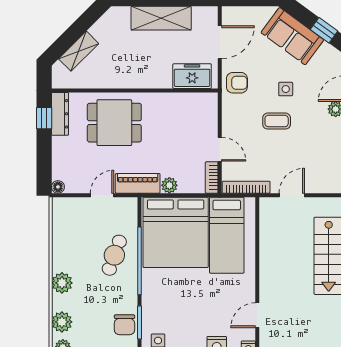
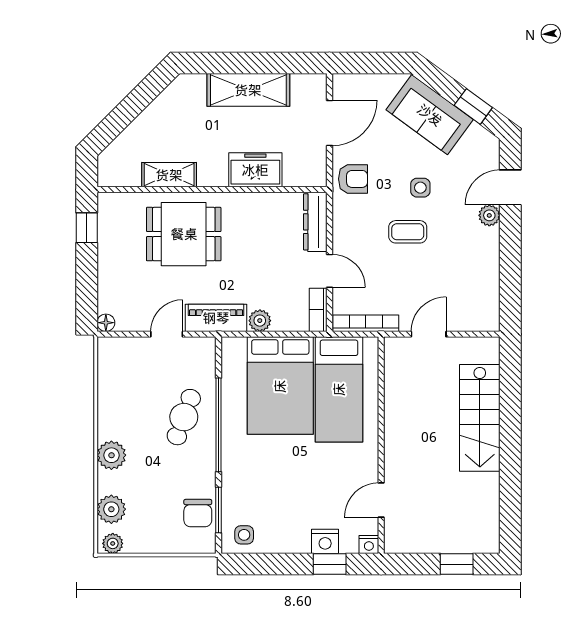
shelving: (79, 51) -> (169, 175), moved, turned 45
freezer: (192, 76) -> (255, 170), moved
dresser: (60, 114) -> (315, 222), moved, turned 180
bed: (176, 232) -> (280, 386), width x0.73

